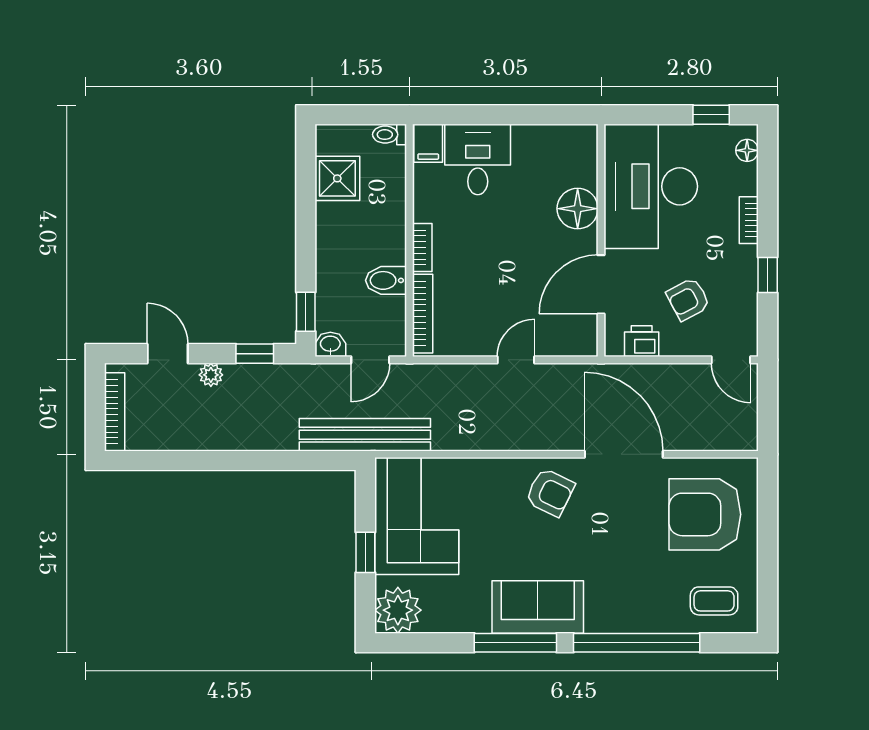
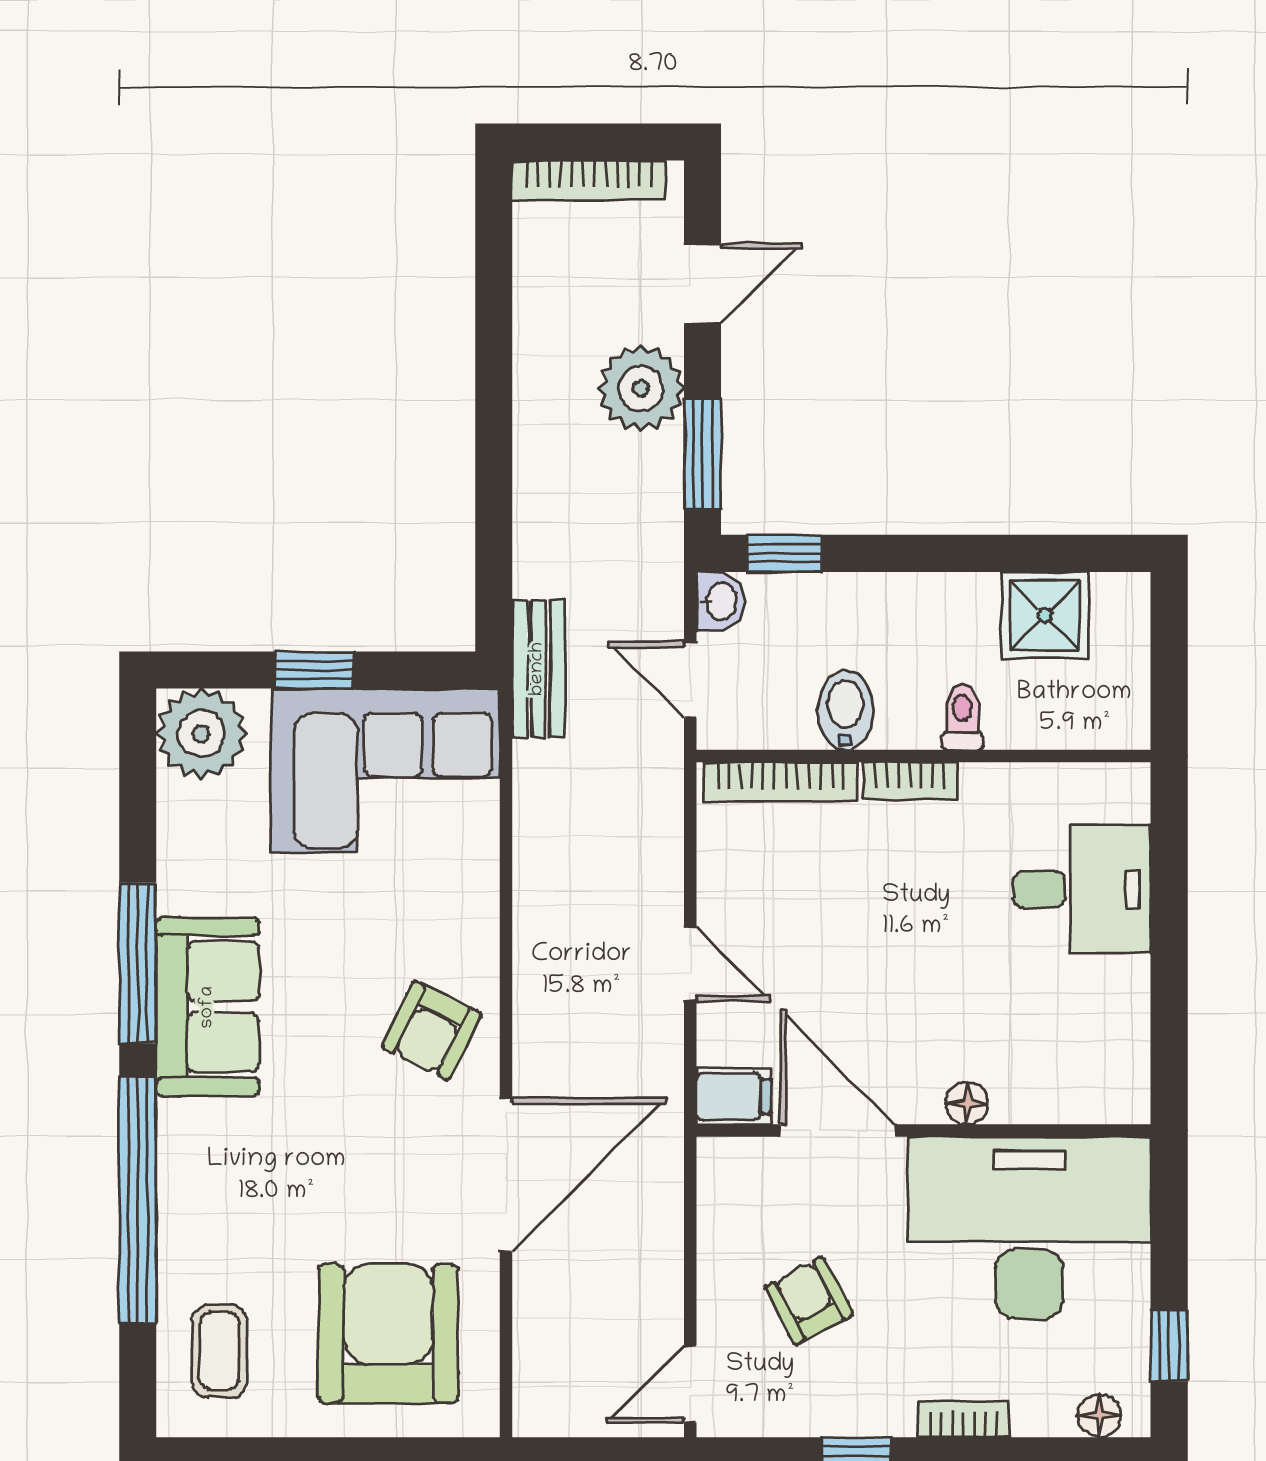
toilet: (389, 135) -> (962, 717), moved
filing cabinet: (428, 143) -> (734, 1096), moved, turned 180
floor lamp: (578, 209) -> (967, 1103), width x0.53, depth x0.53
printer: (642, 341) -> (727, 1210), removed
window: (255, 354) -> (703, 454), width x1.50
plant: (211, 375) -> (641, 388), width x1.88, depth x1.88
bench: (365, 435) -> (538, 669), width x0.54, depth x0.82

